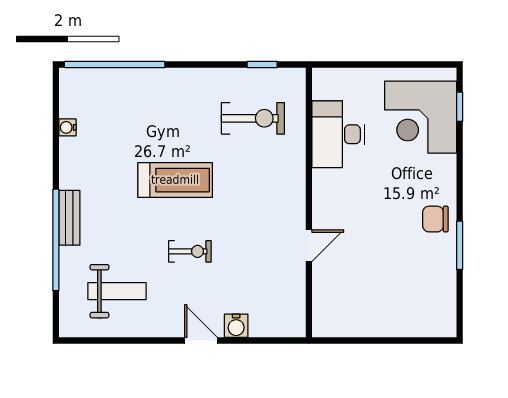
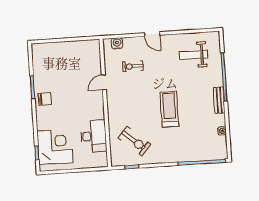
exercise bike: (253, 118) -> (134, 141), turned -139
treadmill: (175, 180) -> (169, 109), turned 90
bench: (69, 218) -> (219, 100), moved
exercise bike: (190, 251) -> (133, 66), moved
water cooler: (236, 326) -> (117, 43), moved

